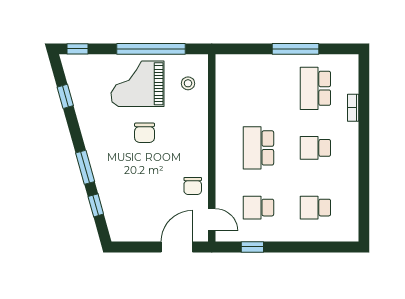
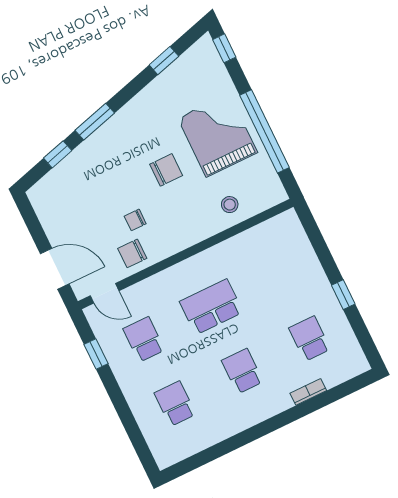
window: (296, 49) -> (343, 295), width x0.46
stool: (188, 83) -> (230, 205), moved
school desk: (315, 88) -> (310, 339), width x0.54
chair: (145, 133) -> (166, 170), turned 180
chair: (170, 172) -> (135, 220), added
door: (212, 220) -> (105, 293), hinge flipped

